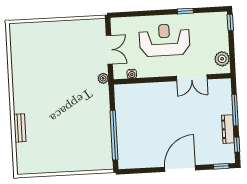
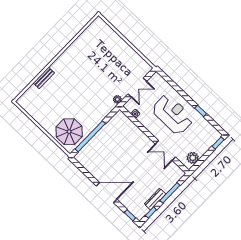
parasol: (91, 151) -> (69, 132), added

